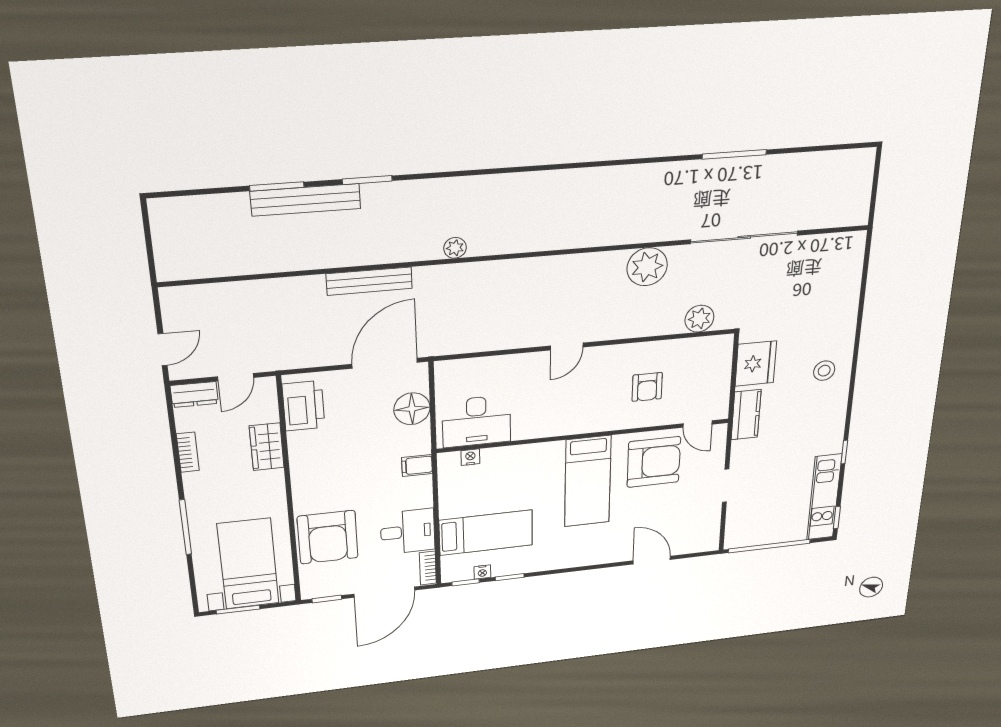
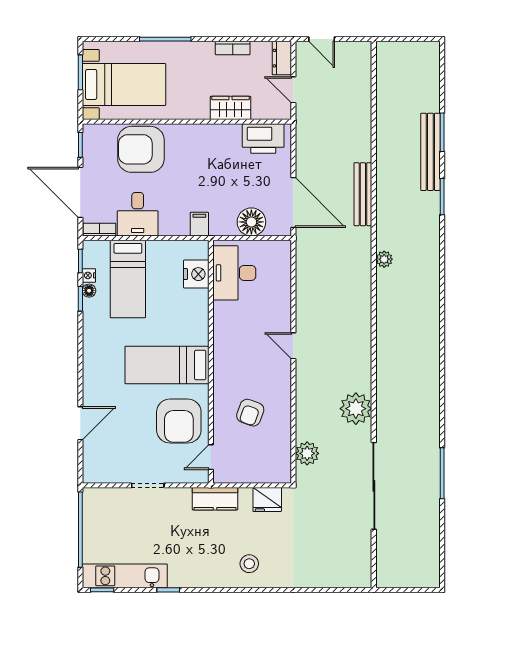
fridge: (756, 364) -> (267, 499), width x0.73, depth x0.75
armchair: (647, 387) -> (250, 413), turned -70
nightstand: (470, 457) -> (196, 274), width x1.89, depth x1.79
floor lamp: (500, 570) -> (89, 291), added

